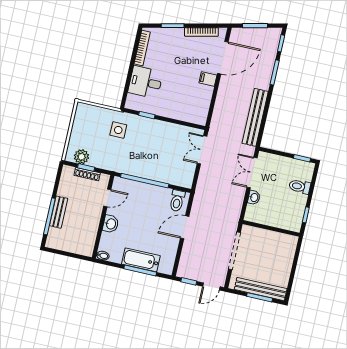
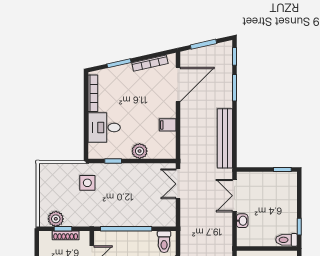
filing cabinet: (208, 79) -> (168, 125), moved
plant: (173, 111) -> (140, 151), added
toilet: (300, 187) -> (287, 240), moved

